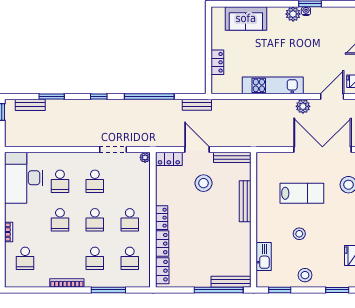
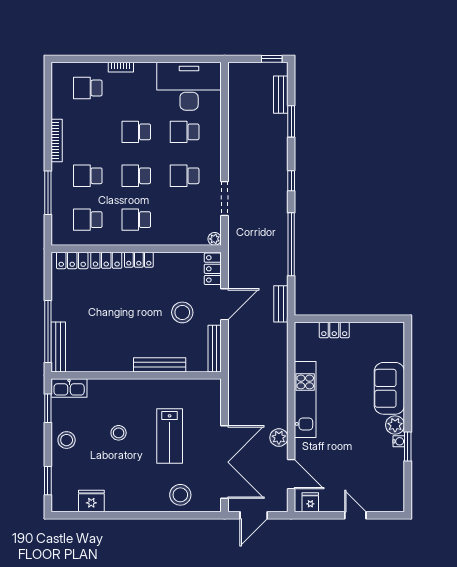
sofa: (246, 18) -> (389, 388), moved
kitchen sink: (264, 257) -> (69, 388), moved

